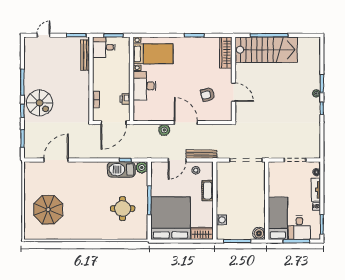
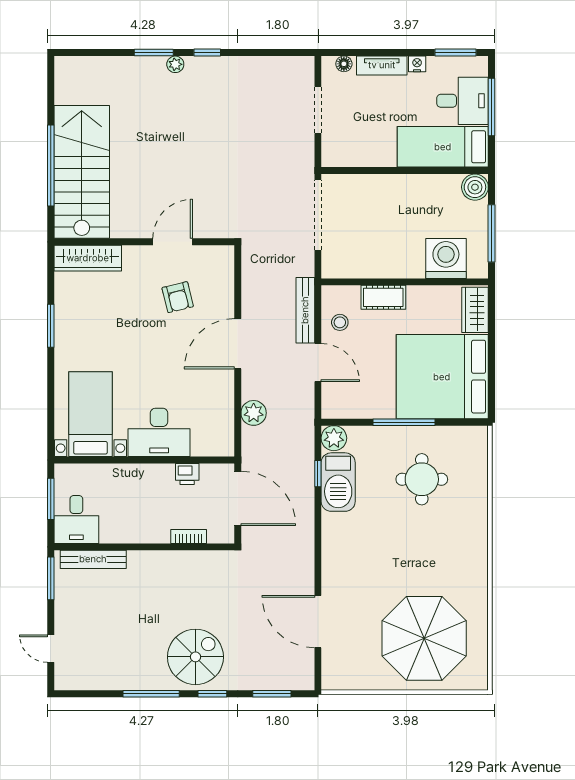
plant: (164, 130) -> (254, 413), moved
parasol: (48, 210) -> (424, 638), width x1.36, depth x1.36
washing machine: (221, 220) -> (446, 258), width x1.89, depth x1.89

